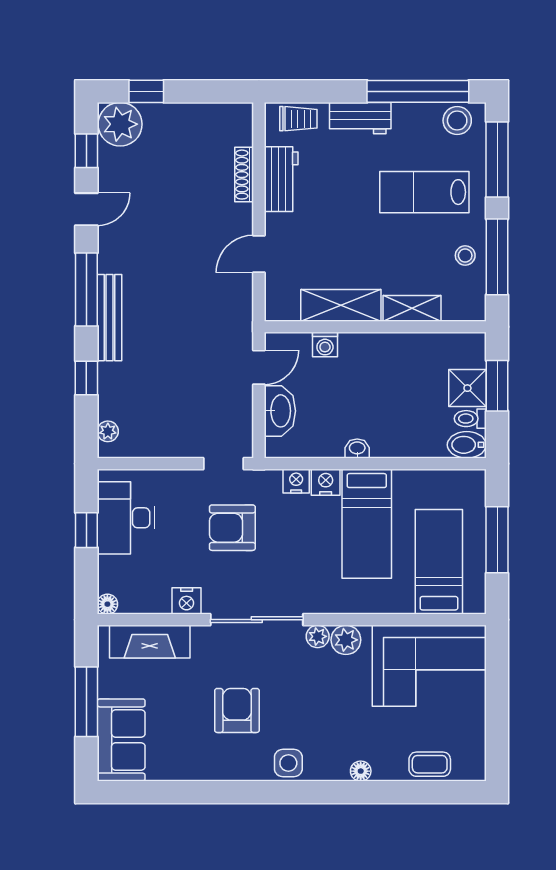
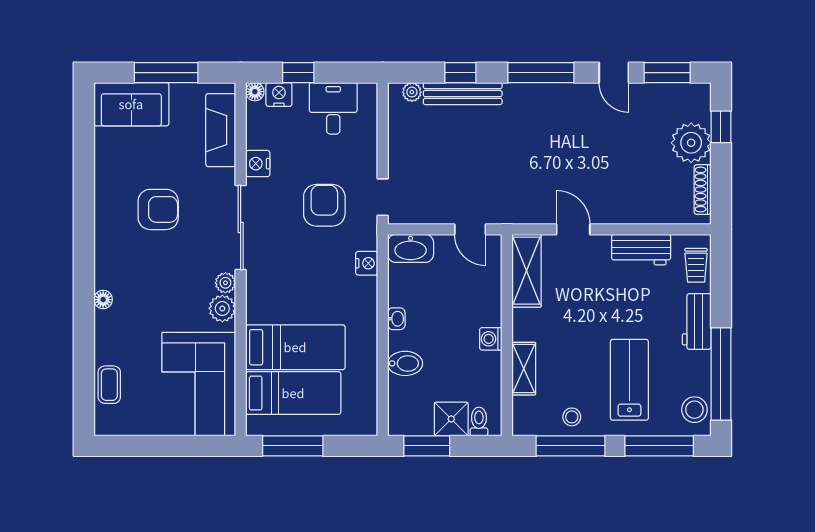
plant: (120, 124) -> (691, 143), moved
window: (86, 151) -> (667, 73), width x1.50
shoe rack: (244, 175) -> (703, 190), moved, turned -90
shelving: (341, 305) -> (527, 271), moved
bench: (109, 318) -> (463, 94), moved
washing machine: (325, 345) -> (491, 339), moved
window: (497, 386) -> (427, 446), moved
washbasin: (280, 411) -> (411, 248), moved
toilet: (470, 419) -> (479, 422), moved
bidet: (467, 445) -> (405, 363), moved, turned 90
nightstand: (326, 482) -> (279, 94), moved, turned -90
desk: (126, 518) -> (333, 108), width x0.73
bed: (367, 524) -> (295, 347), moved, turned 180
window: (86, 530) -> (298, 73), moved
window: (497, 540) -> (293, 446), moved
side table: (288, 763) -> (110, 256), removed
floor lamp: (361, 771) -> (103, 300), moved

